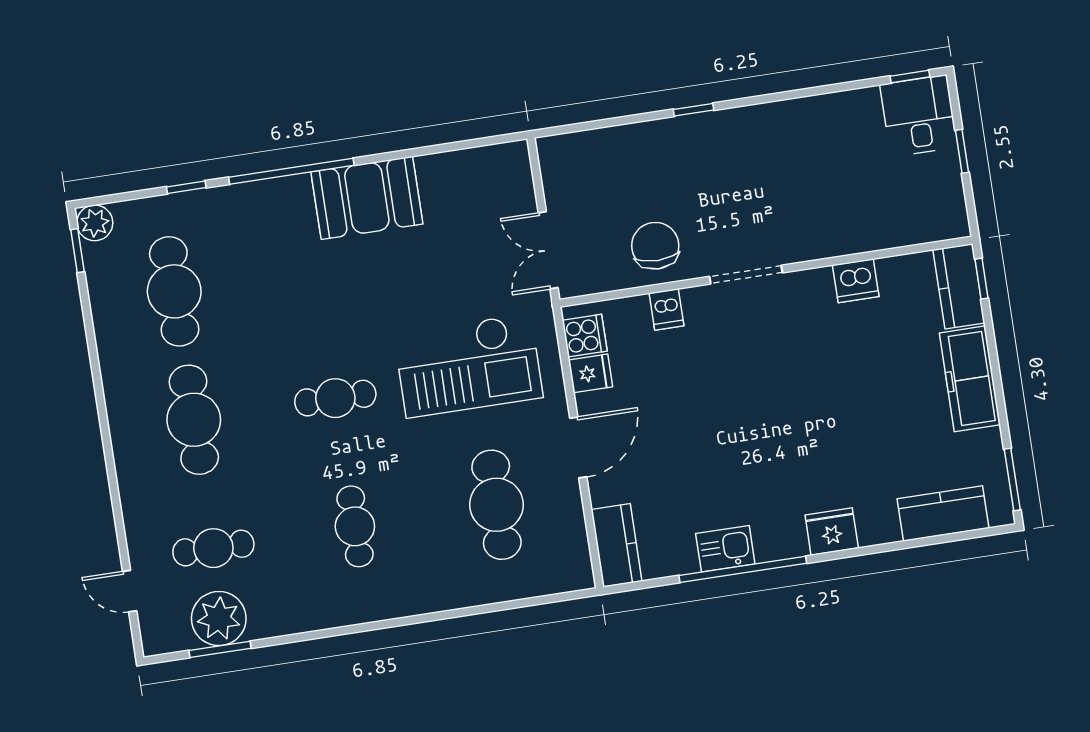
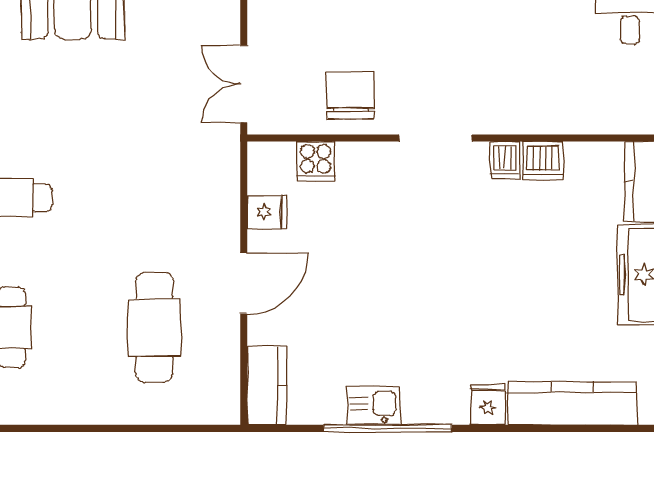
dishwasher: (666, 309) -> (505, 160), moved
cooker: (585, 336) -> (316, 161), moved, turned 90
checkout: (468, 365) -> (148, 186), removed
kitchen counter: (943, 513) -> (572, 403), width x1.50
fridge: (832, 532) -> (488, 404), width x0.72

